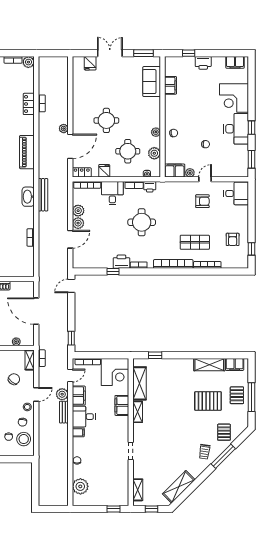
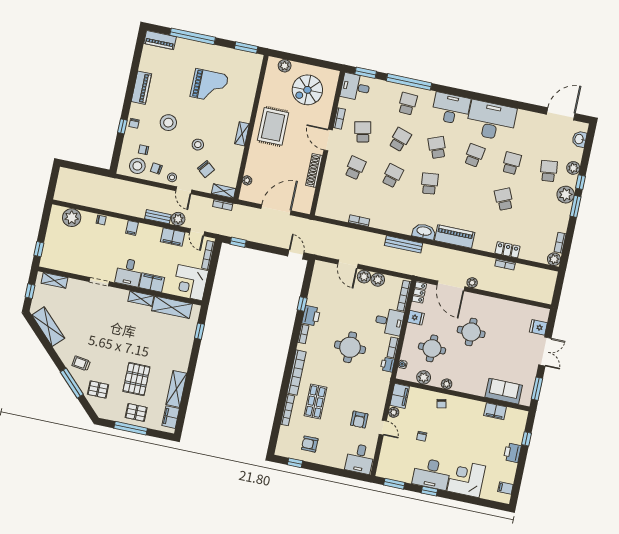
filing cabinet: (235, 62) -> (505, 488), width x0.50
washbasin: (28, 197) -> (424, 231), moved
desk: (84, 417) -> (129, 272), moved, turned 180

